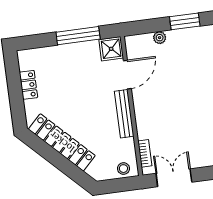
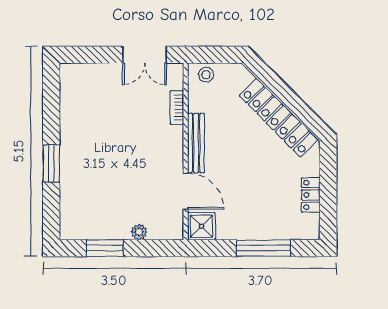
window: (78, 36) -> (263, 248), moved
door: (127, 75) -> (186, 191), swing flipped
bookcase: (145, 153) -> (177, 108), moved

